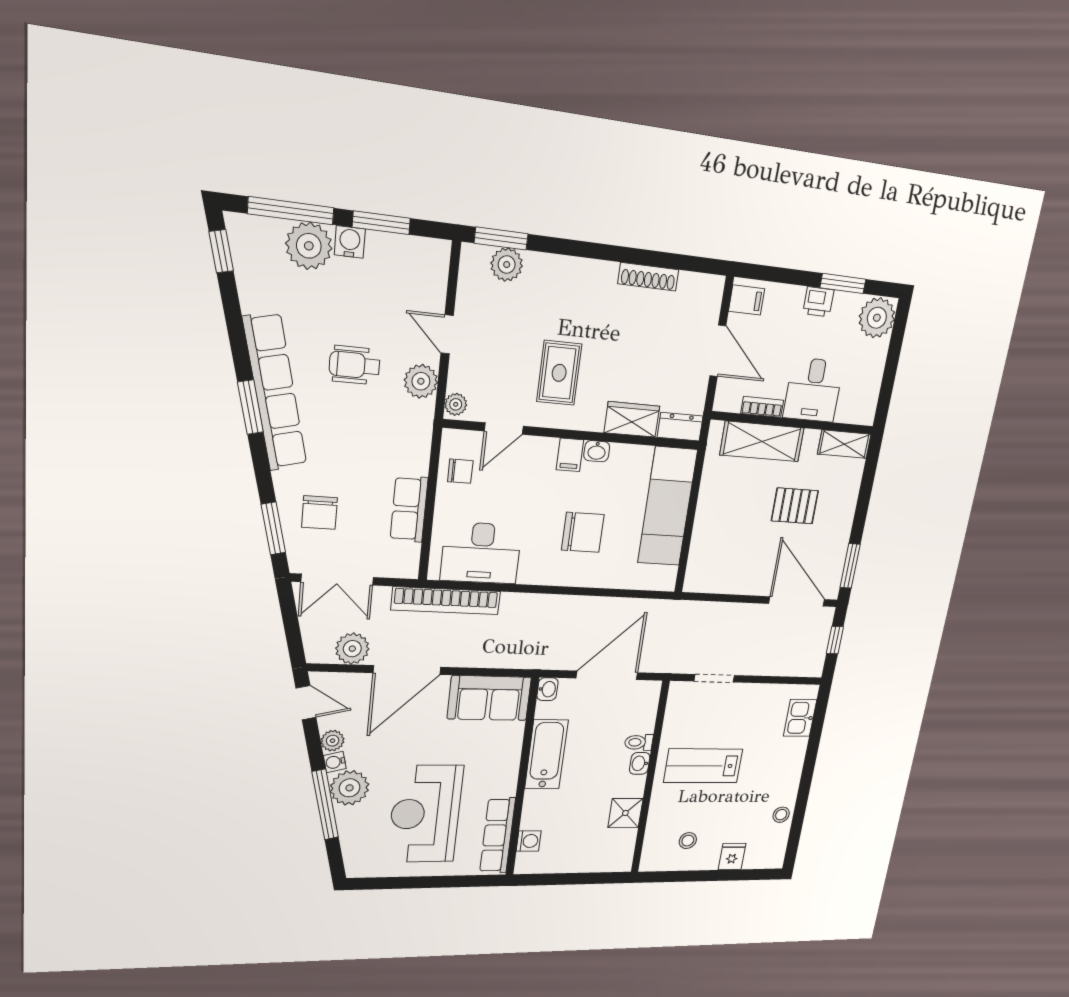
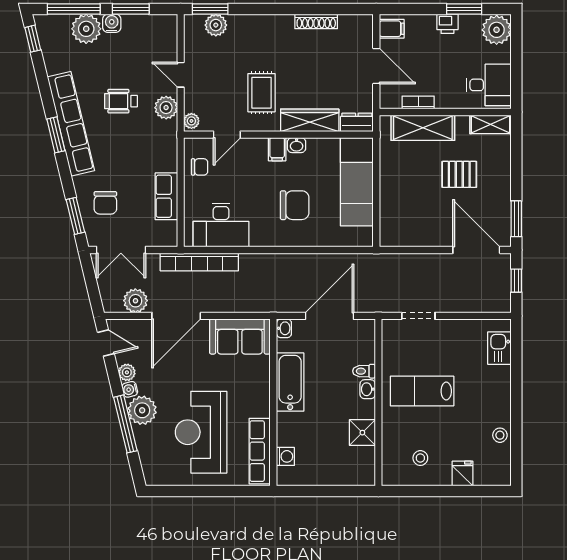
desk: (813, 390) -> (489, 85), moved, turned -90
wardrobe: (632, 419) -> (310, 120), width x1.50

